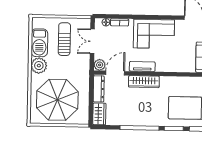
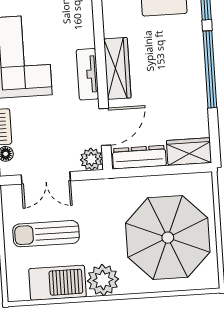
door: (115, 73) -> (105, 127), swing flipped

